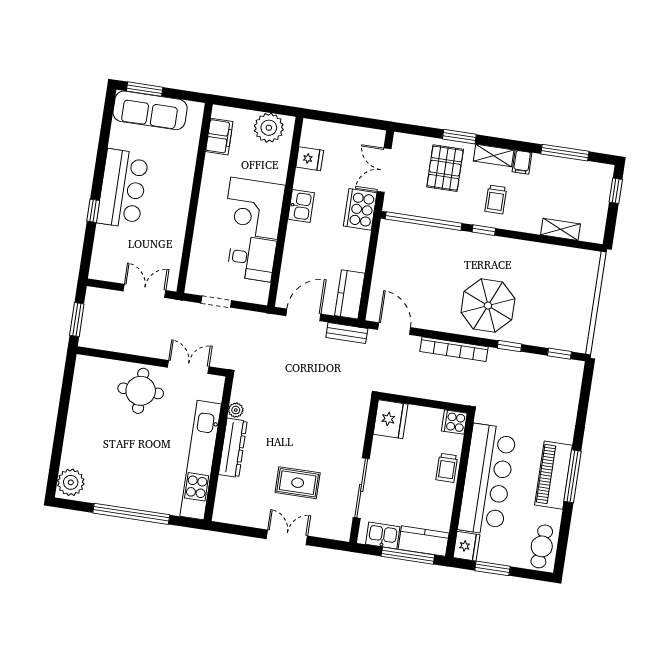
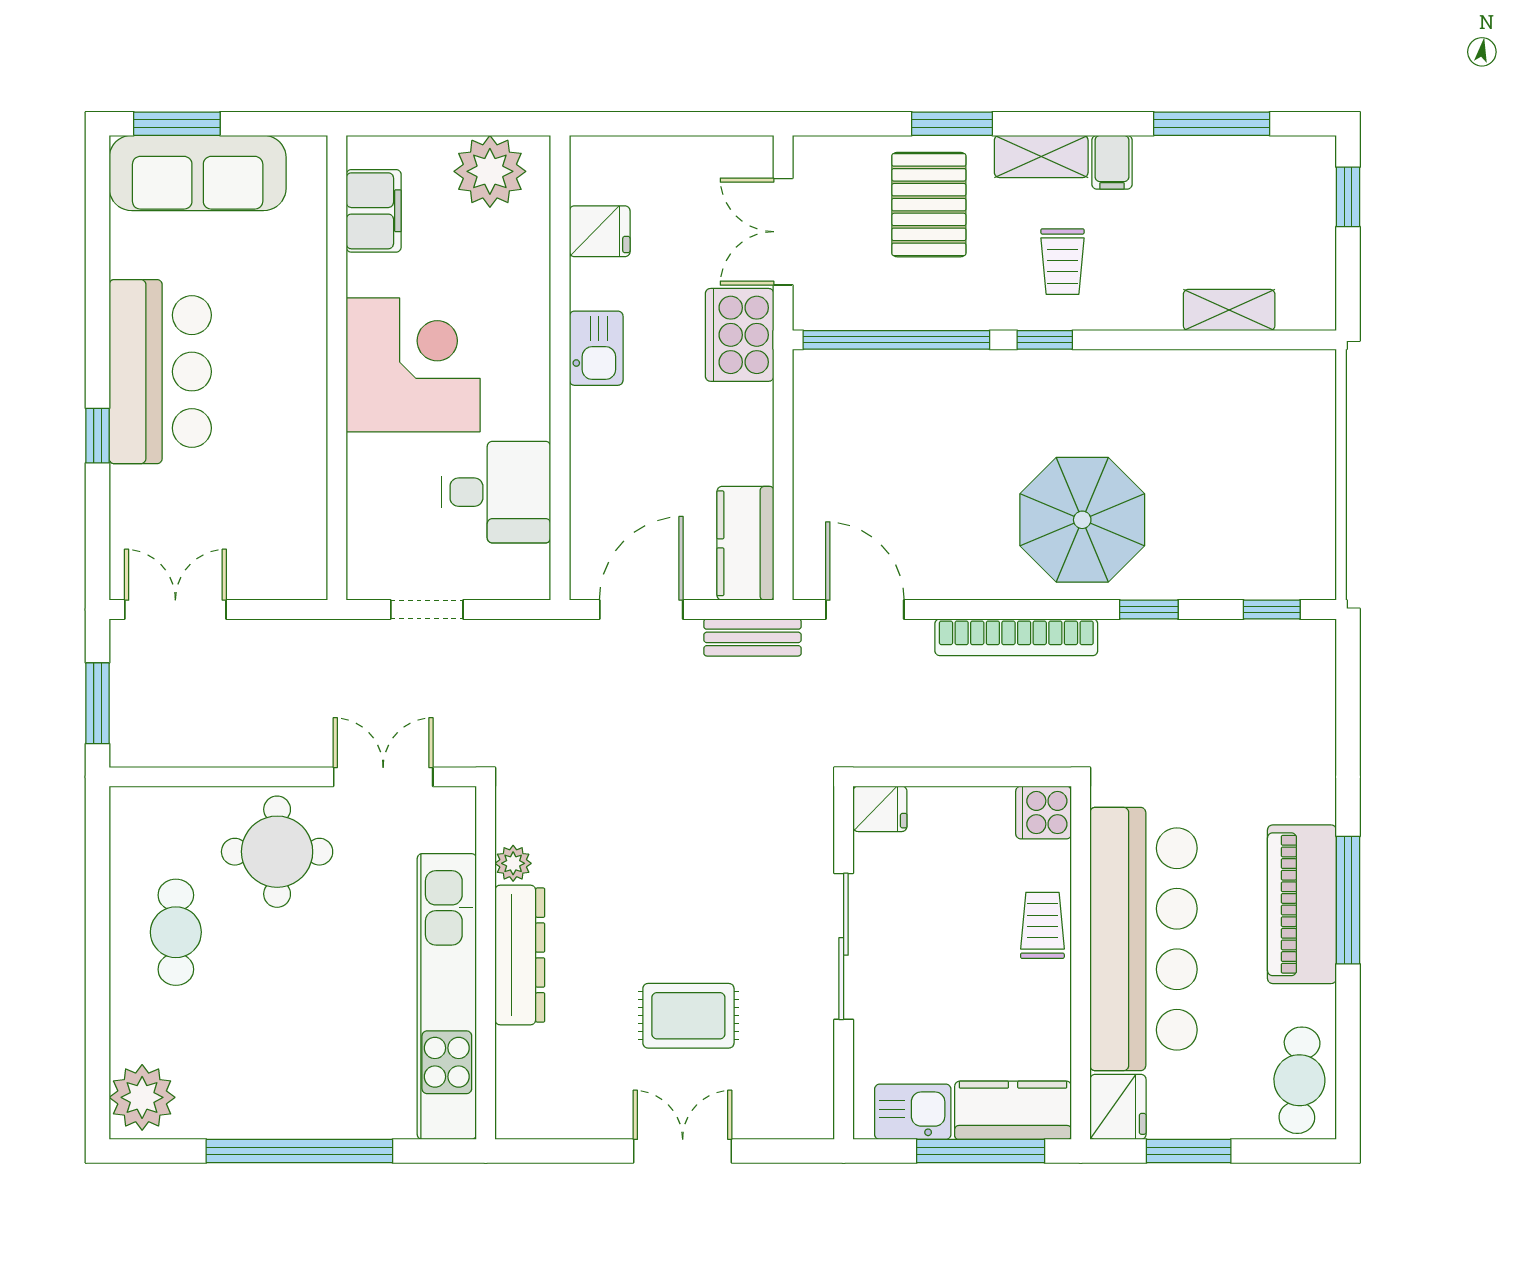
corner desk: (254, 208) -> (413, 365), moved, turned 180
double door: (144, 291) -> (175, 610), moved
cafe table: (95, 417) -> (176, 932), added
fridge: (391, 419) -> (880, 809), width x0.53, depth x0.75
trolley: (447, 468) -> (1042, 925), turned 180
sliding door: (361, 488) -> (844, 946), moved

